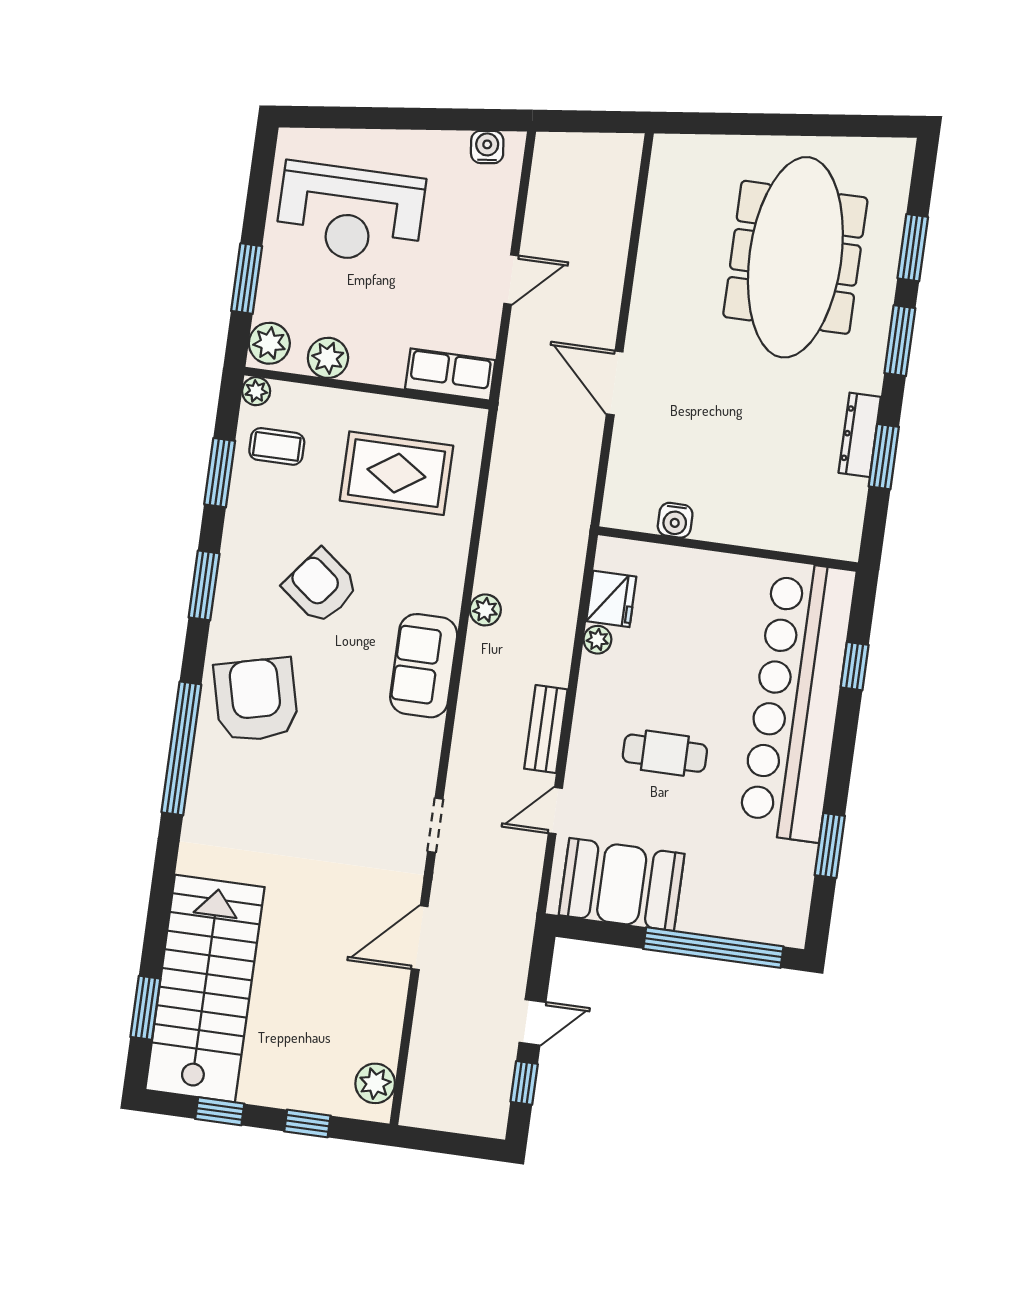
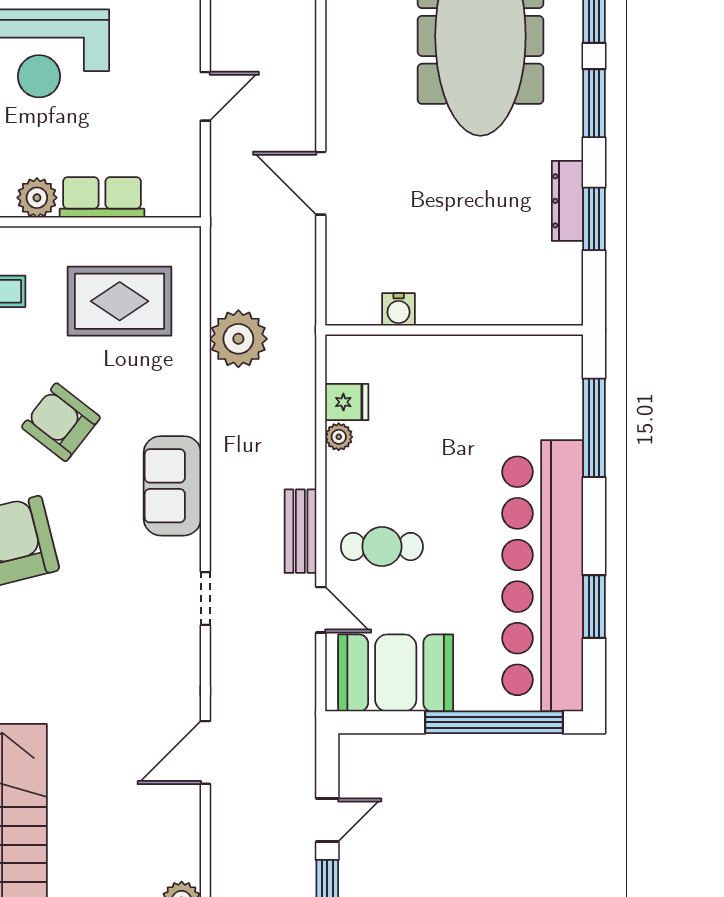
row of seats: (450, 374) -> (102, 197), moved
fridge: (611, 599) -> (347, 402), width x0.72
plant: (485, 610) -> (238, 339), moved, width x1.87, depth x1.87
window: (855, 666) -> (594, 428), width x2.17
bar counter: (797, 701) -> (543, 576), moved
cafe table: (665, 753) -> (382, 547), moved
door: (555, 811) -> (321, 610), swing flipped
doorway: (435, 825) -> (205, 599), moved

